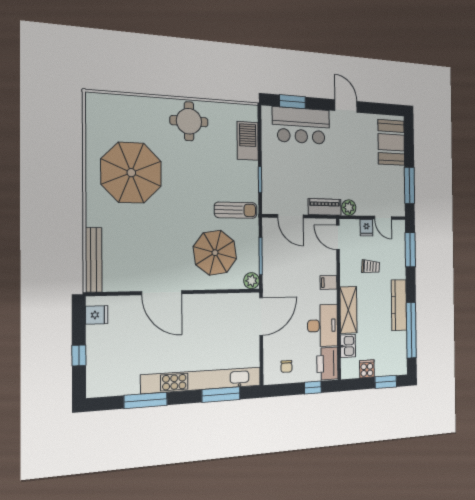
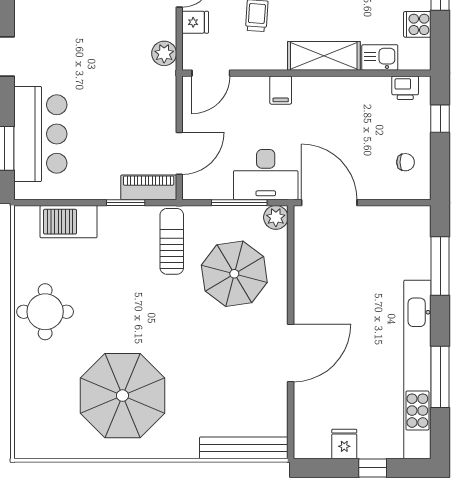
piano: (325, 207) -> (149, 187), moved, turned 90
fridge: (97, 315) -> (344, 444), moved
desk: (323, 326) -> (266, 175), moved, turned 180
printer: (327, 364) -> (405, 88), width x0.53, depth x0.68
kitchen unit: (202, 380) -> (417, 369), moved

